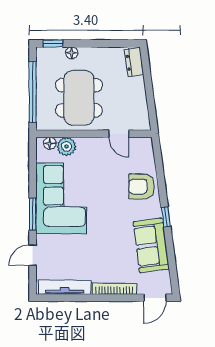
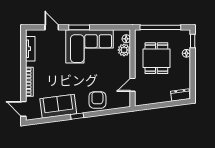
dining table: (79, 98) -> (156, 58), width x0.73
tv unit: (65, 287) -> (30, 49), width x0.71

